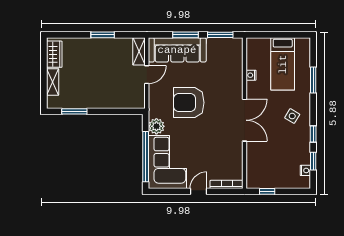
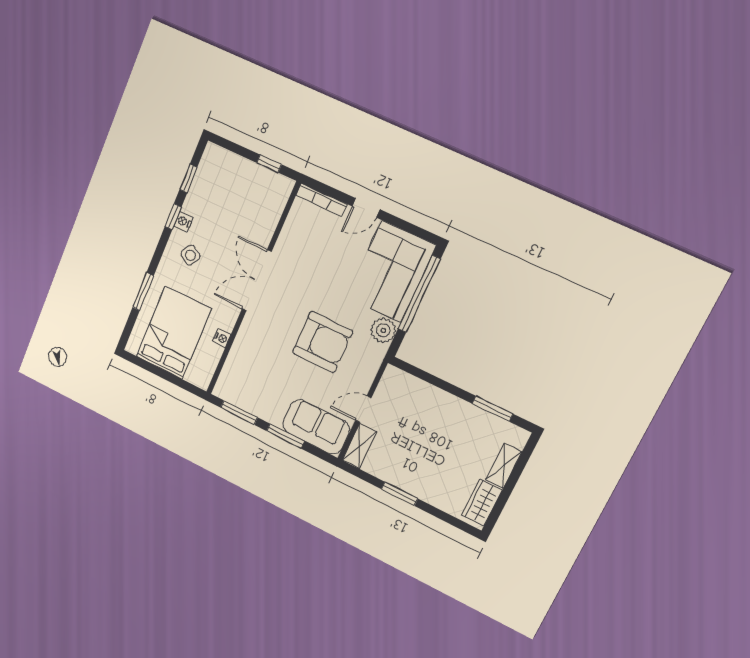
sofa: (177, 50) -> (316, 427), width x0.73
bed: (283, 64) -> (174, 333), width x1.50
nightstand: (305, 170) -> (183, 222), moved

